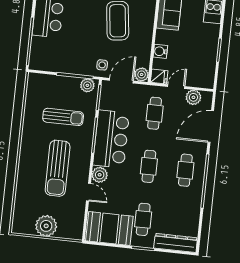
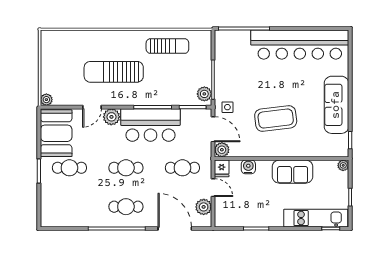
sun lounger: (63, 117) -> (167, 46), moved, turned -90
plant: (46, 226) -> (46, 100), moved, width x0.53, depth x0.53
dresser: (176, 243) -> (48, 205), removed

